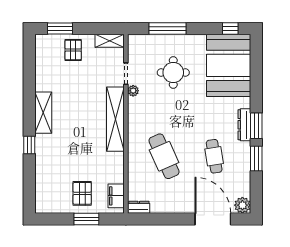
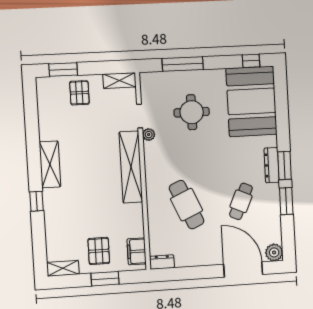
cafe table: (214, 156) -> (241, 201), turned 33
shelving: (49, 207) -> (63, 268), added

